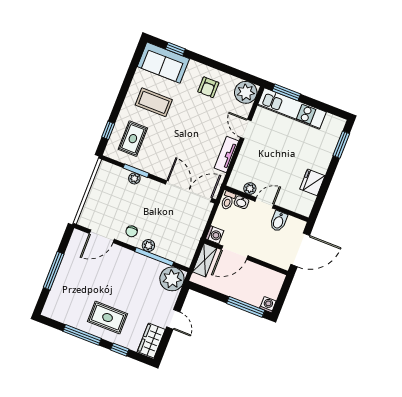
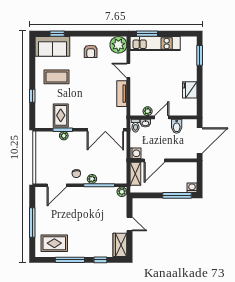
window: (108, 130) -> (32, 96), moved
rug: (133, 139) -> (61, 115), moved
double door: (189, 191) -> (105, 130), swing flipped
plant: (172, 279) -> (122, 192), width x0.53, depth x0.53
rug: (108, 318) -> (54, 243), moved

